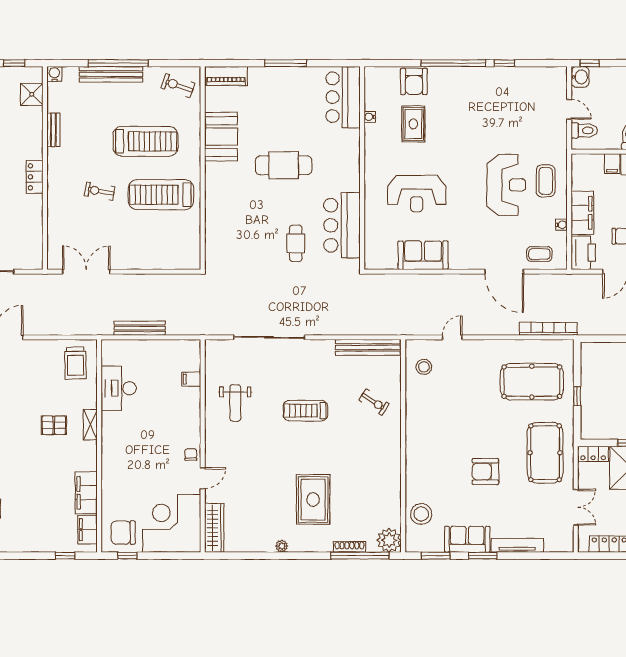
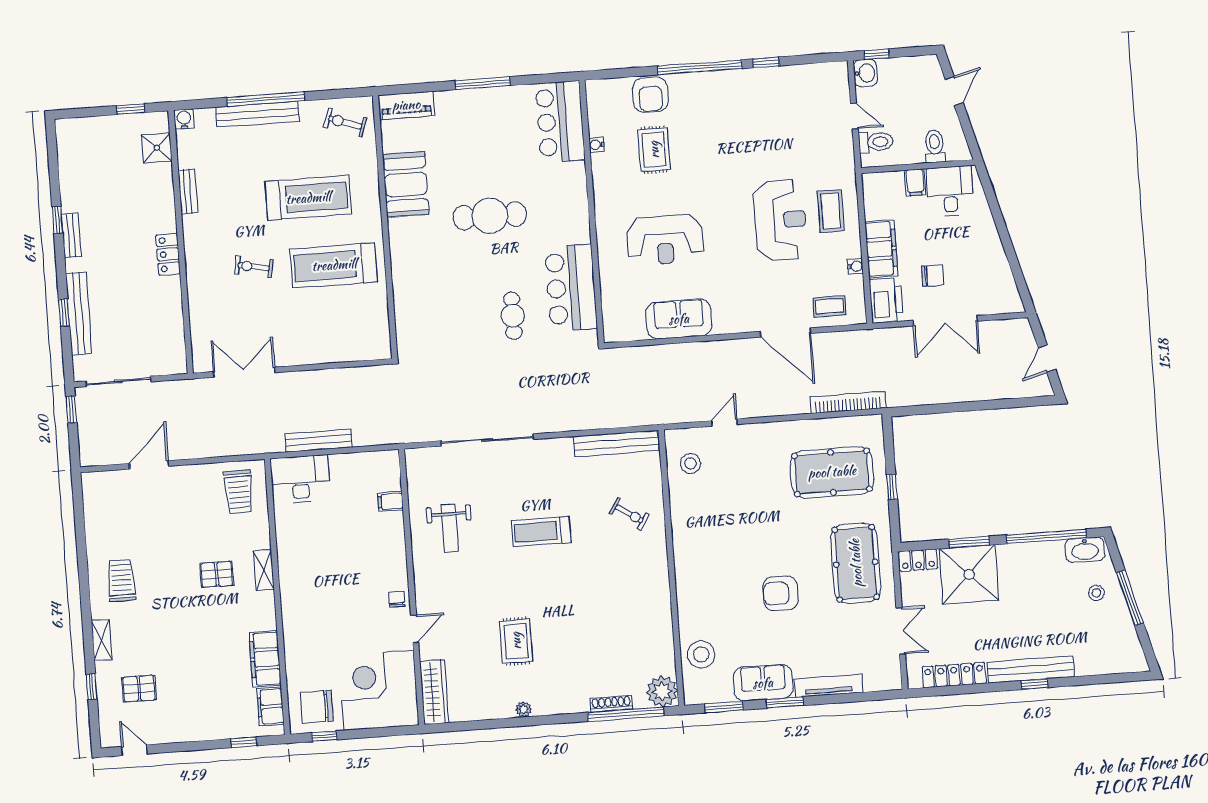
desk: (119, 388) -> (300, 479), moved, turned 90
rug: (313, 500) -> (516, 641), moved, width x0.73, depth x0.70

